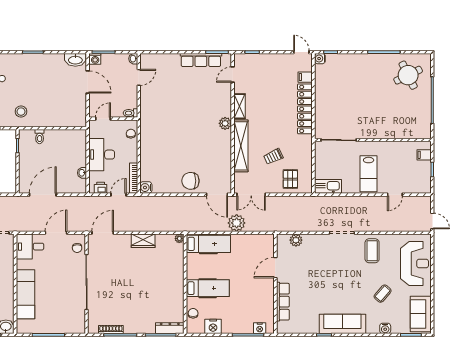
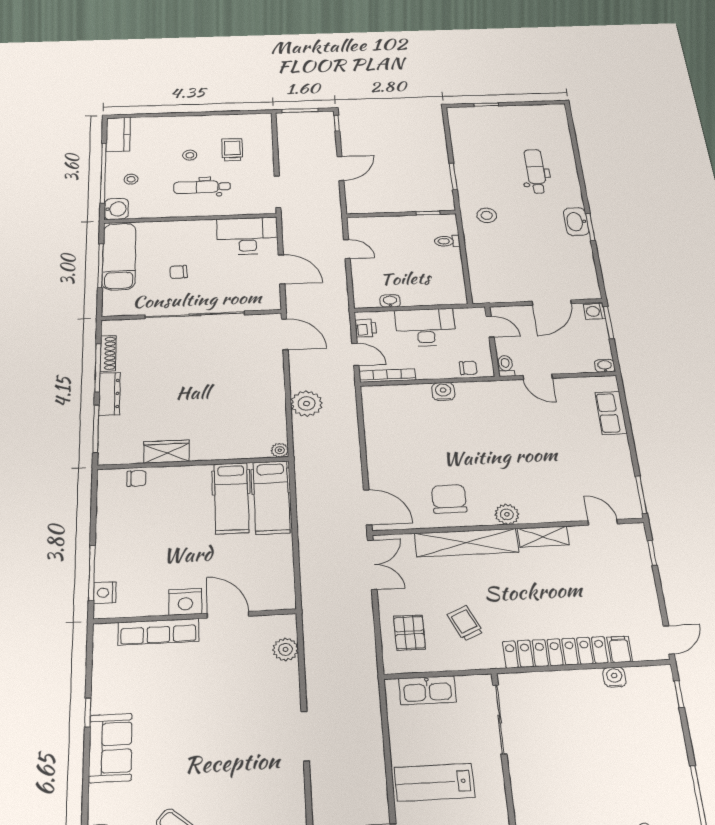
water cooler: (320, 59) -> (614, 677), moved
washbasin: (75, 60) -> (576, 222), moved
row of seats: (201, 60) -> (611, 413), moved, width x0.68
door: (139, 77) -> (538, 377), moved
trolley: (273, 156) -> (465, 623), moved
pallet: (290, 179) -> (409, 633), turned 90
chair: (190, 181) -> (449, 499), moved
kitchen sink: (328, 186) -> (427, 690), moved, turned 90
water cooler: (146, 188) -> (443, 391), moved
door: (43, 195) -> (347, 249), width x0.53
door: (217, 195) -> (368, 507), swing flipped
double door: (251, 195) -> (372, 565), swing flipped
plant: (237, 223) -> (307, 404), moved
wardrobe: (143, 241) -> (167, 451), moved, turned 90
desk: (30, 247) -> (247, 236), width x1.37
chair: (77, 248) -> (179, 272), moved
coffee table: (372, 251) -> (269, 799), removed
hospital bed: (208, 288) -> (231, 498), moved
exam couch: (26, 294) -> (119, 256), moved, turned -90
sofa: (342, 324) -> (110, 748), width x0.73
nightstand: (213, 326) -> (185, 602), moved, turned -90
dresser: (170, 328) -> (109, 394), moved

